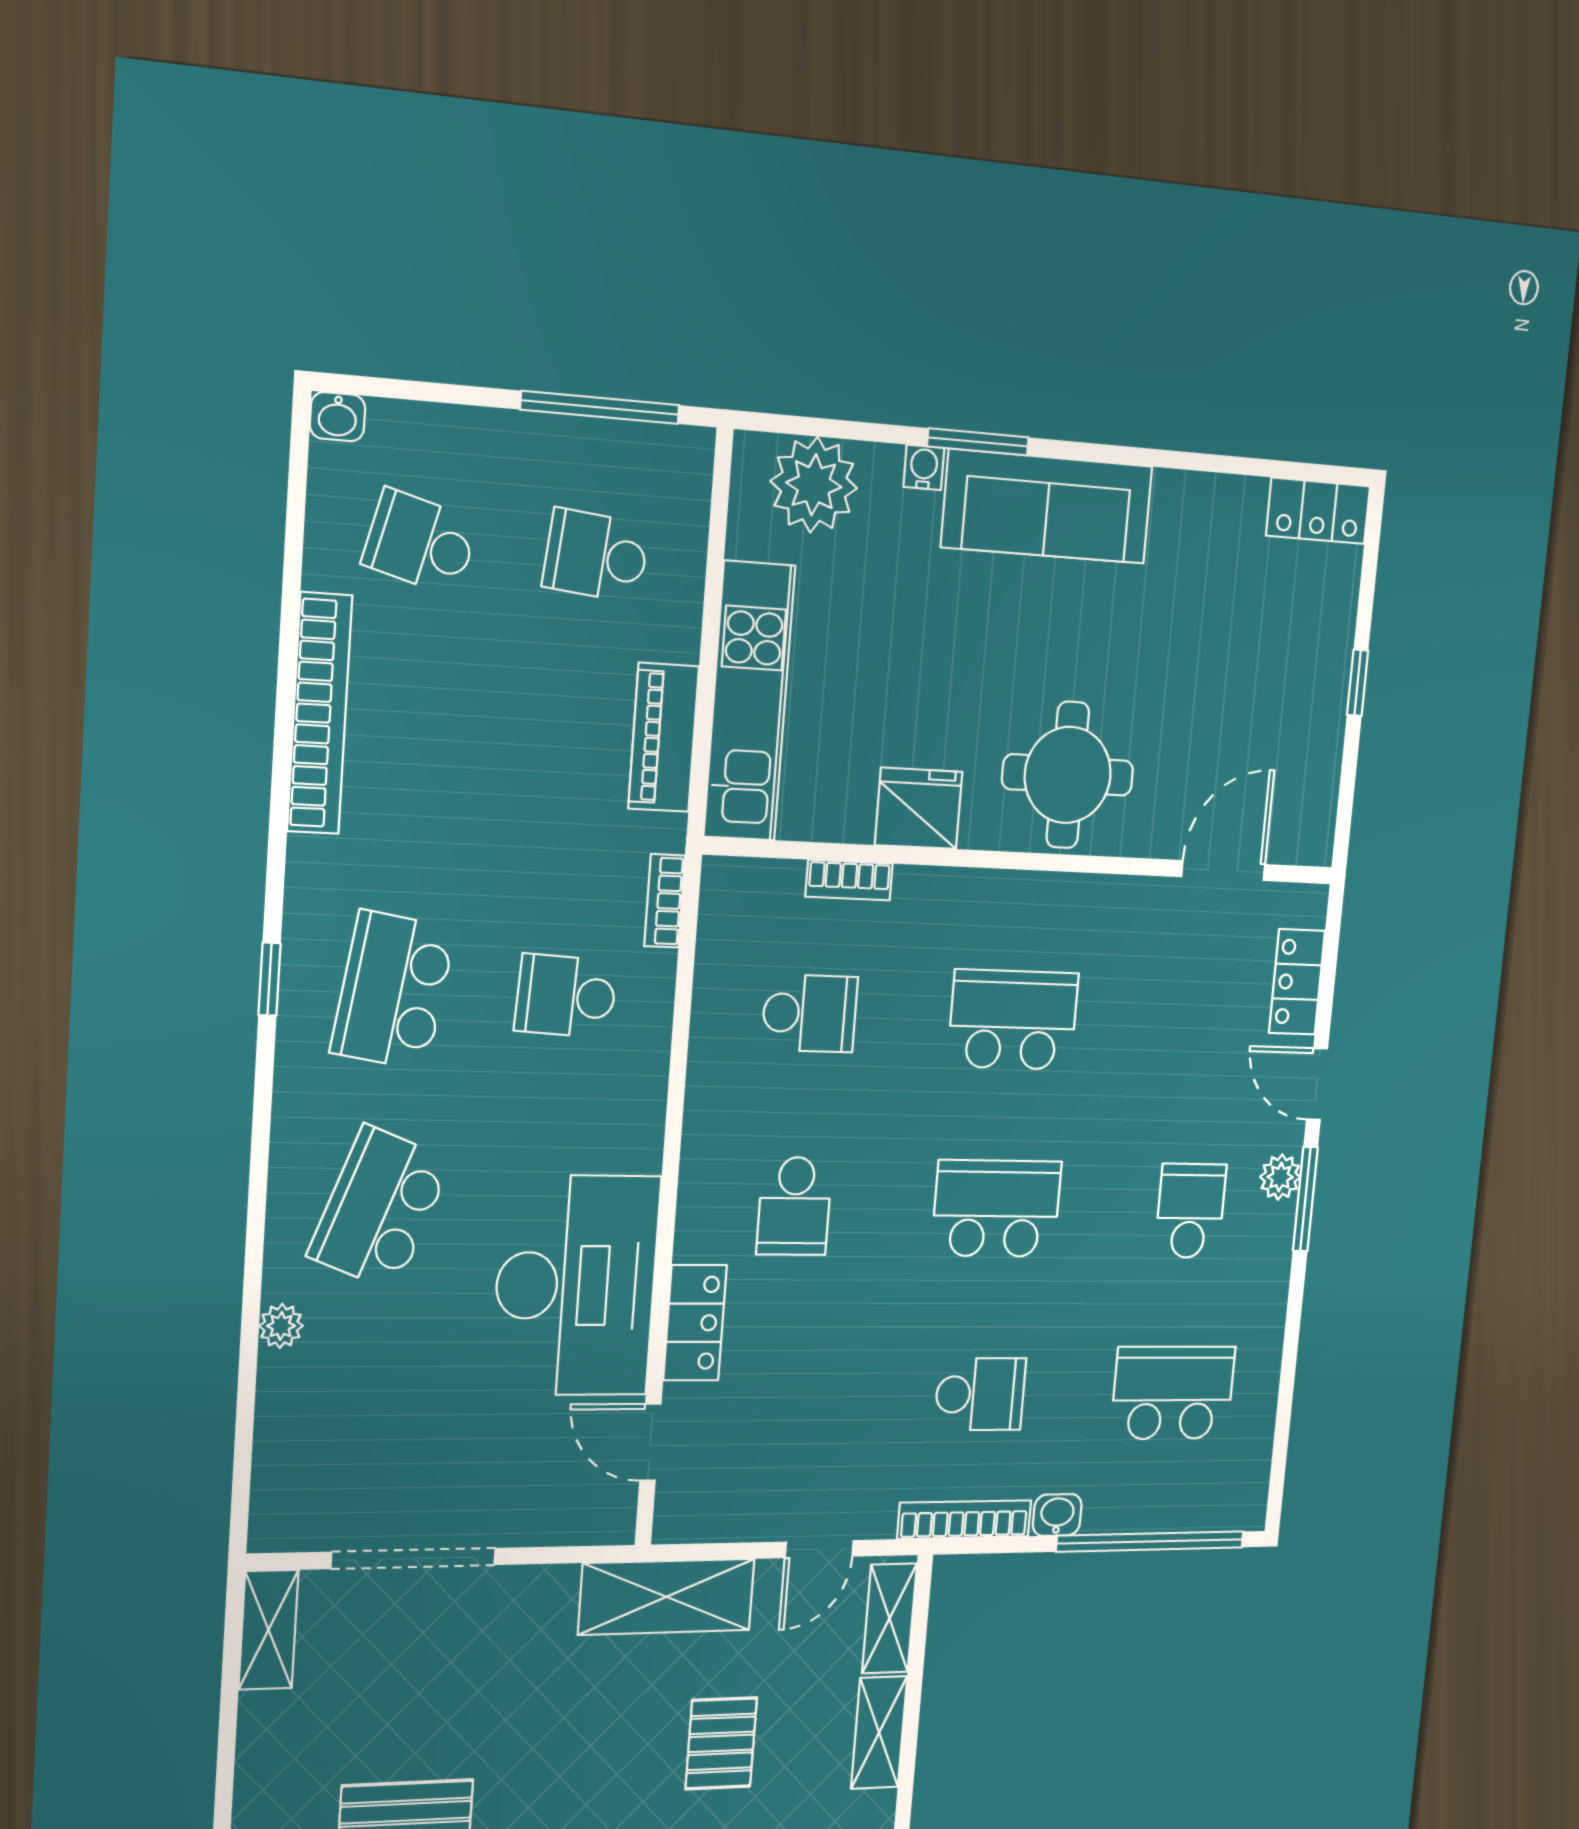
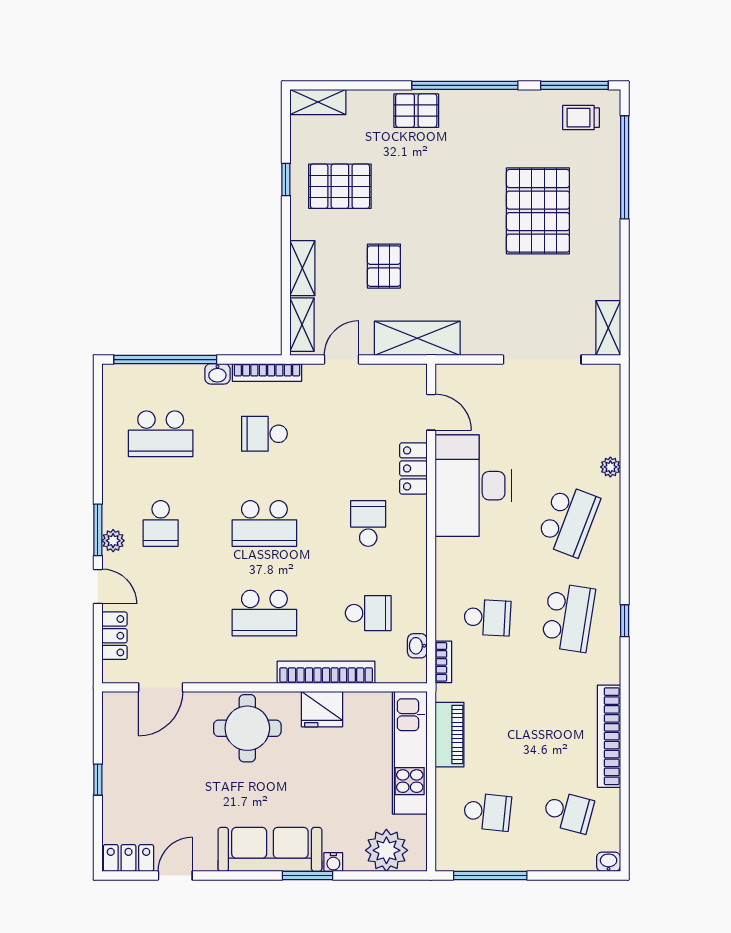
door: (1235, 465) -> (175, 875), added
bookcase: (849, 880) -> (326, 672), width x2.31, depth x1.31
washbasin: (716, 939) -> (417, 646), added
school desk: (810, 1013) -> (368, 613), turned 180

